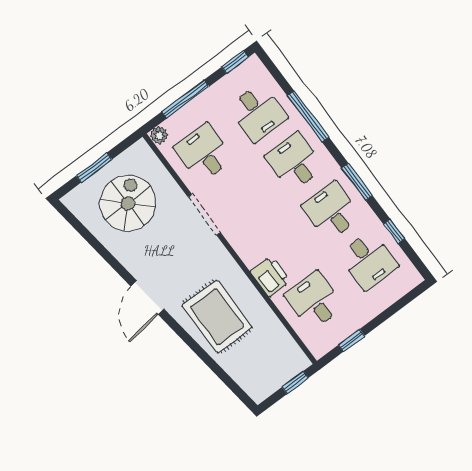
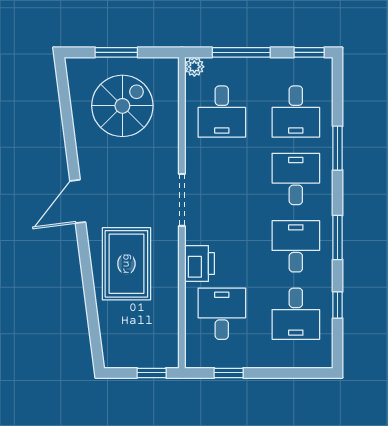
window: (308, 117) -> (338, 148), width x0.69
desk: (204, 153) -> (222, 112), turned 180
doorway: (204, 215) -> (182, 200), moved

